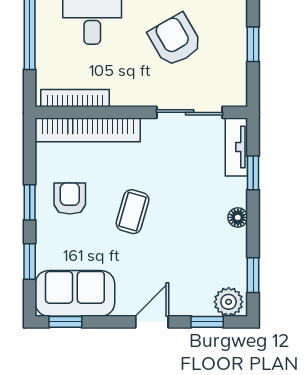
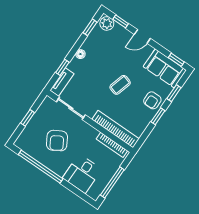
armchair: (70, 199) -> (152, 100), moved

